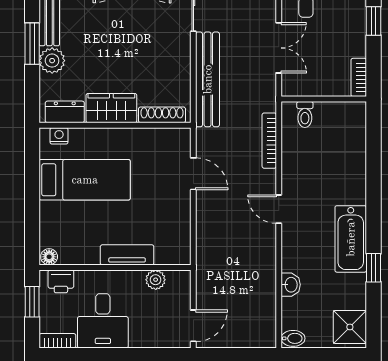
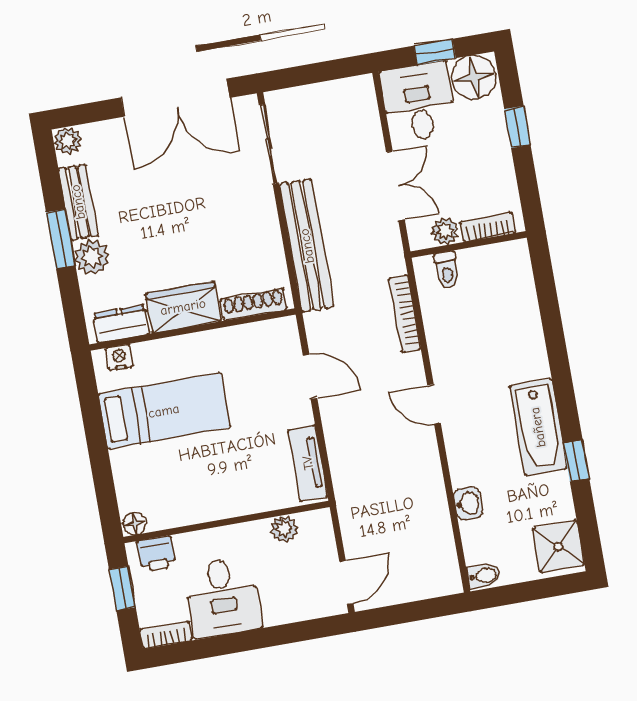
bookcase: (359, 77) -> (488, 227), moved, turned 90
plant: (309, 87) -> (445, 231), added
tv unit: (127, 255) -> (308, 463), moved, turned -90

